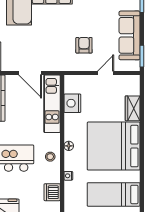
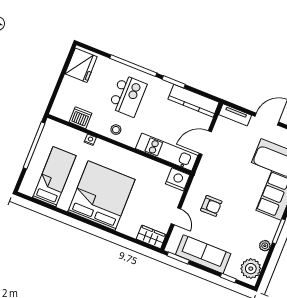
nightstand: (72, 103) -> (178, 179), moved
wardrobe: (133, 108) -> (151, 237), moved
floor lamp: (69, 146) -> (119, 152), removed

